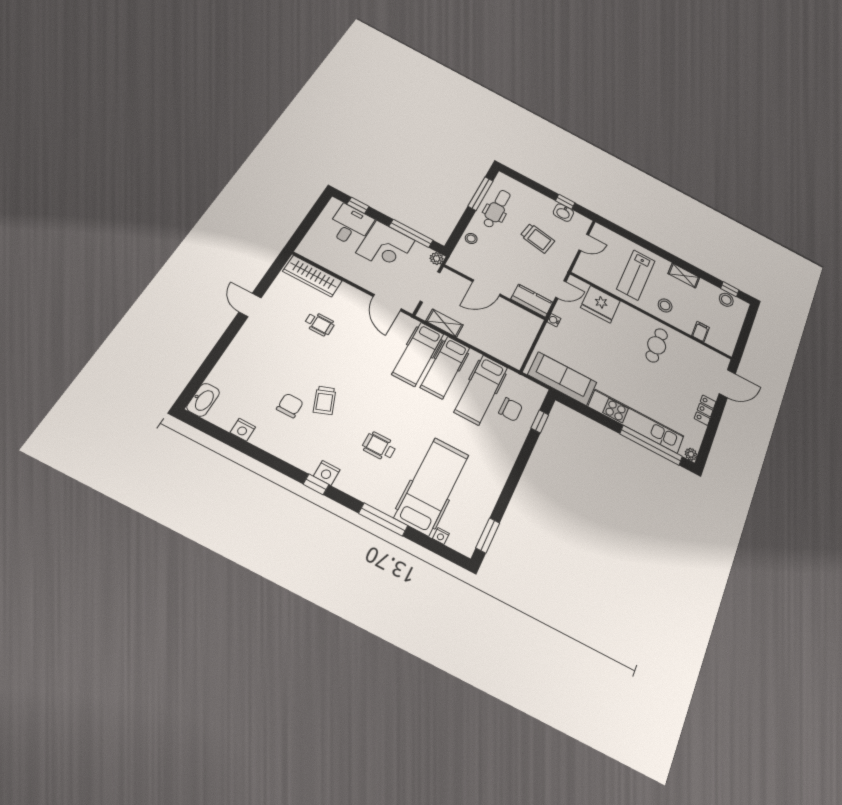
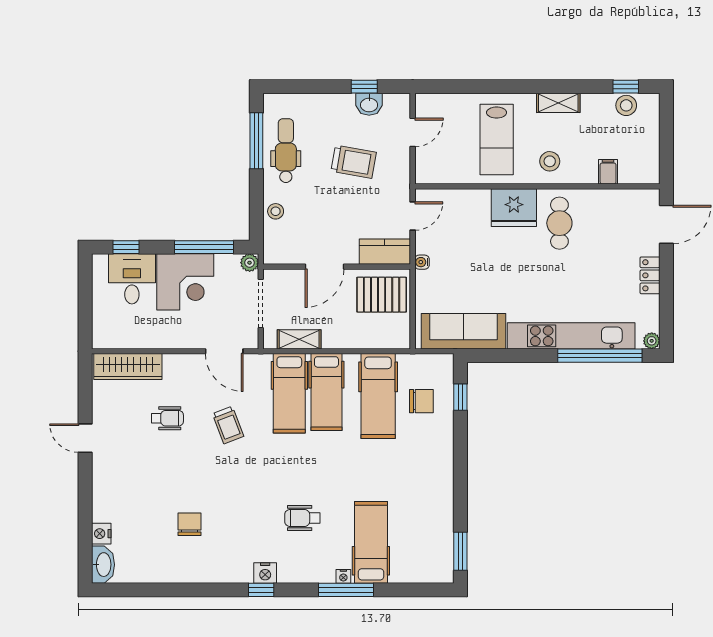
fridge: (600, 304) -> (514, 208), moved
pallet: (517, 325) -> (382, 295), added
trolley: (325, 400) -> (228, 425), moved
nightstand: (243, 430) -> (101, 534), moved, turned 90
hospital bed: (432, 486) -> (371, 542), width x0.73, depth x0.78
nightstand: (441, 536) -> (343, 576), moved

